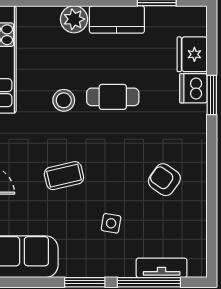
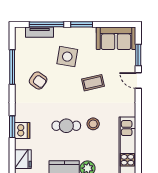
fridge: (192, 54) -> (23, 159), moved
window: (212, 204) -> (12, 67), added
side table: (111, 223) -> (67, 57), width x1.87, depth x1.87

